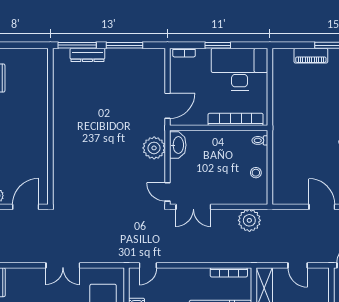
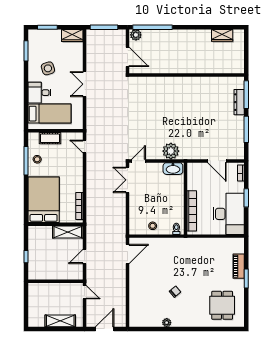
door: (167, 106) -> (217, 161), moved
door: (322, 207) -> (128, 254), moved
plant: (249, 220) -> (118, 221), removed

